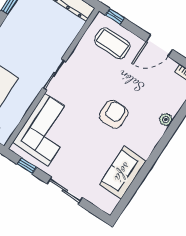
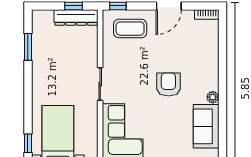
plant: (166, 120) -> (213, 97), moved

